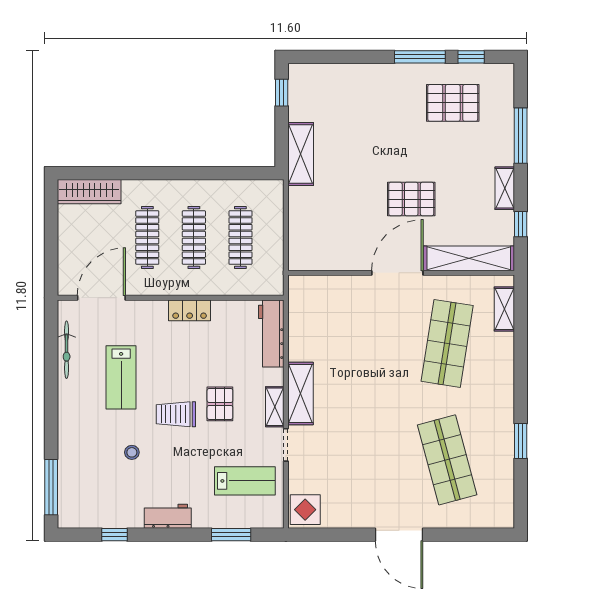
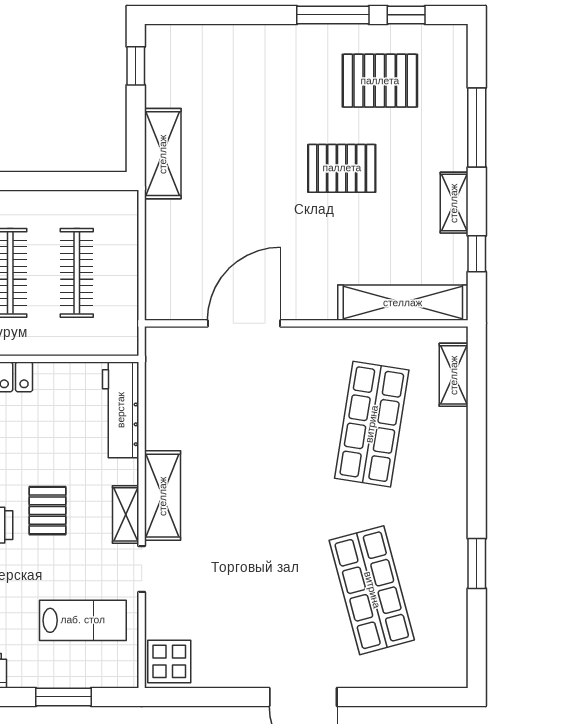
pallet: (411, 199) -> (342, 168), moved
door: (397, 273) -> (244, 323), moved

